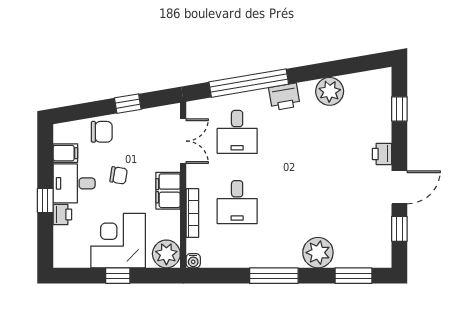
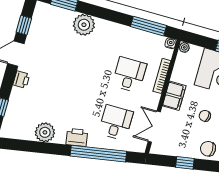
plant: (166, 254) -> (184, 47), width x0.53, depth x0.53
window: (274, 276) -> (148, 26), moved

